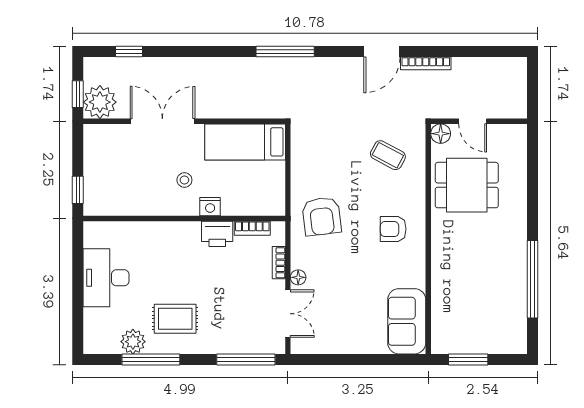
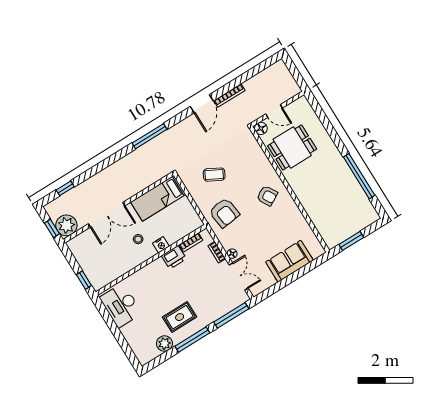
double door: (162, 121) -> (107, 215), swing flipped
coffee table: (388, 155) -> (214, 175), moved
armchair: (393, 229) -> (267, 196), turned -120
desk: (106, 278) -> (121, 305), moved
sofa: (407, 321) -> (289, 261), moved, turned 90
window: (151, 359) -> (192, 339), moved

